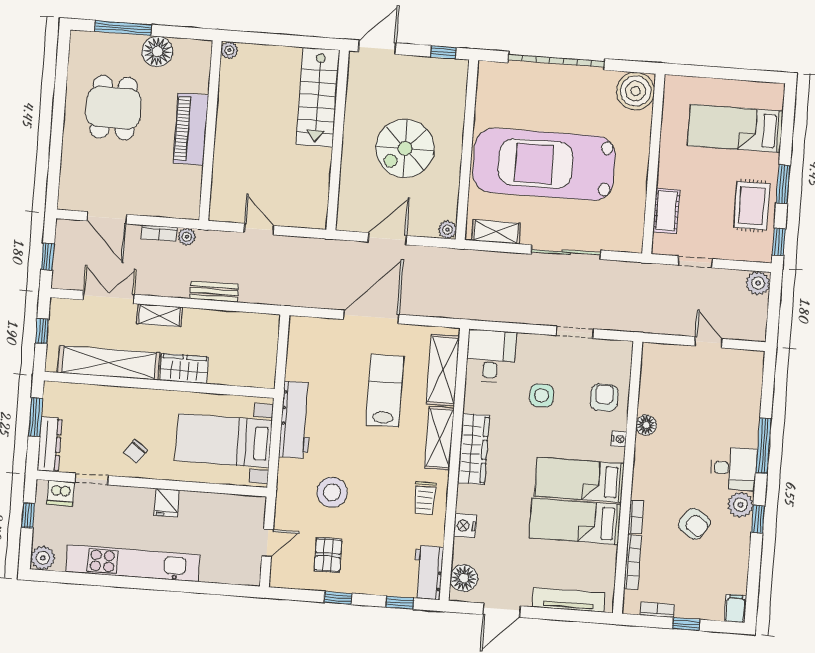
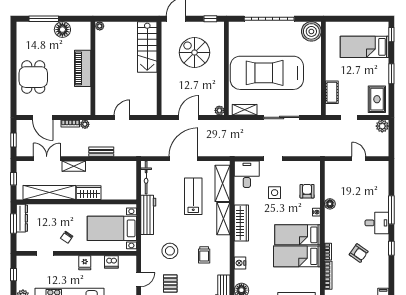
dining table: (114, 108) -> (33, 77), moved
spiral stairs: (405, 148) -> (194, 53), moved, turned 90
rug: (752, 206) -> (377, 99), moved
door: (259, 229) -> (122, 117), hinge flipped
window: (779, 242) -> (391, 35), moved
doorway: (575, 332) -> (273, 159), moved
bicycle: (297, 348) -> (146, 178), added
dresser: (50, 444) -> (22, 218), moved
dishwasher: (60, 493) -> (111, 262), moved
trolley: (425, 498) -> (204, 255), moved
plant: (741, 505) -> (382, 241), removed

